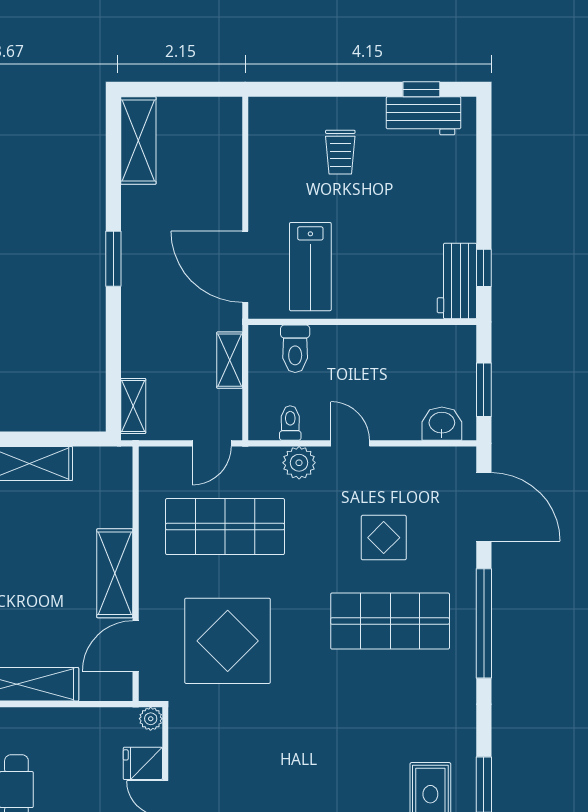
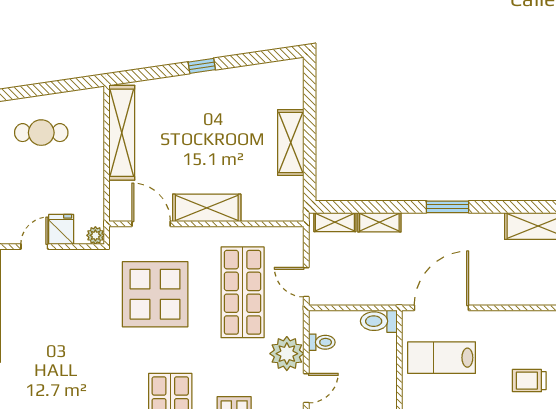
toilet: (295, 349) -> (379, 321), moved
shelving: (230, 360) -> (379, 222), moved
plant: (299, 463) -> (287, 354), width x1.36, depth x1.36

